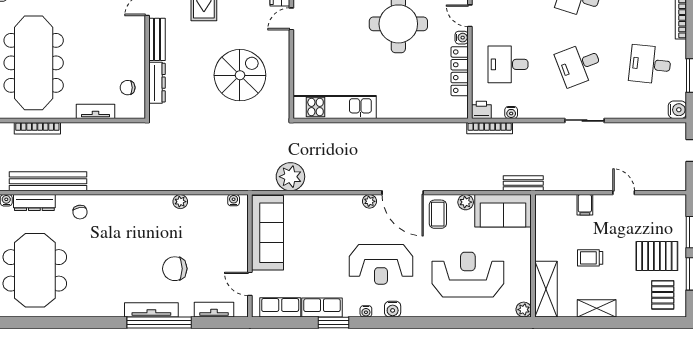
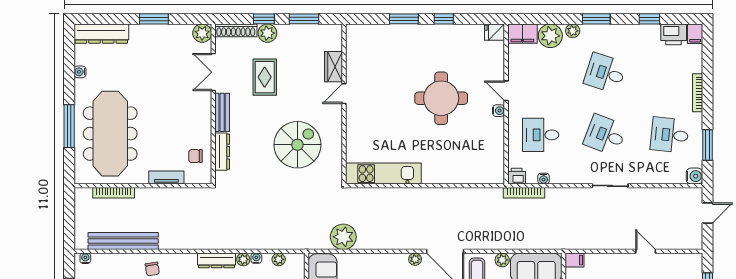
desk: (579, 64) -> (605, 135), turned 42
locker: (460, 71) -> (497, 141), removed
bench: (523, 183) -> (554, 243), removed
water cooler: (234, 200) -> (256, 258), moved
plant: (219, 202) -> (279, 259), added
dresser: (34, 203) -> (217, 260), moved
filing cabinet: (585, 205) -> (574, 260), moved, turned -90

